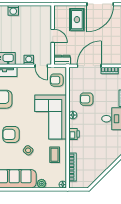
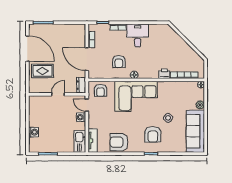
door: (41, 66) -> (87, 105), swing flipped
printer: (74, 134) -> (164, 74), moved
coffee table: (55, 155) -> (172, 92), removed

